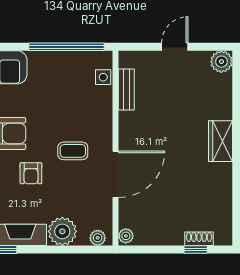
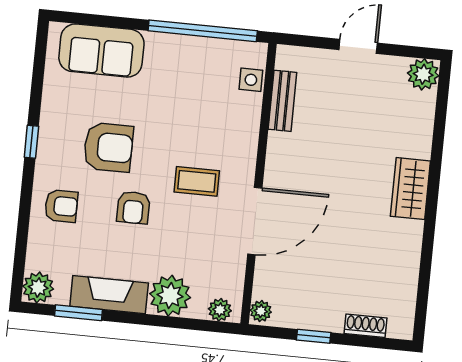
window: (196, 250) -> (314, 336), moved

